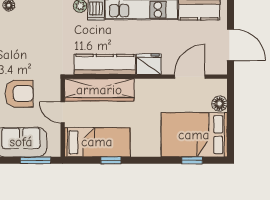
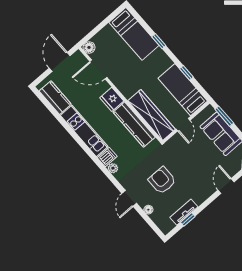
armchair: (19, 94) -> (162, 180), moved
floor lamp: (220, 104) -> (89, 47), moved
bed: (194, 135) -> (134, 34), width x0.67
window: (192, 160) -> (159, 41), moved

